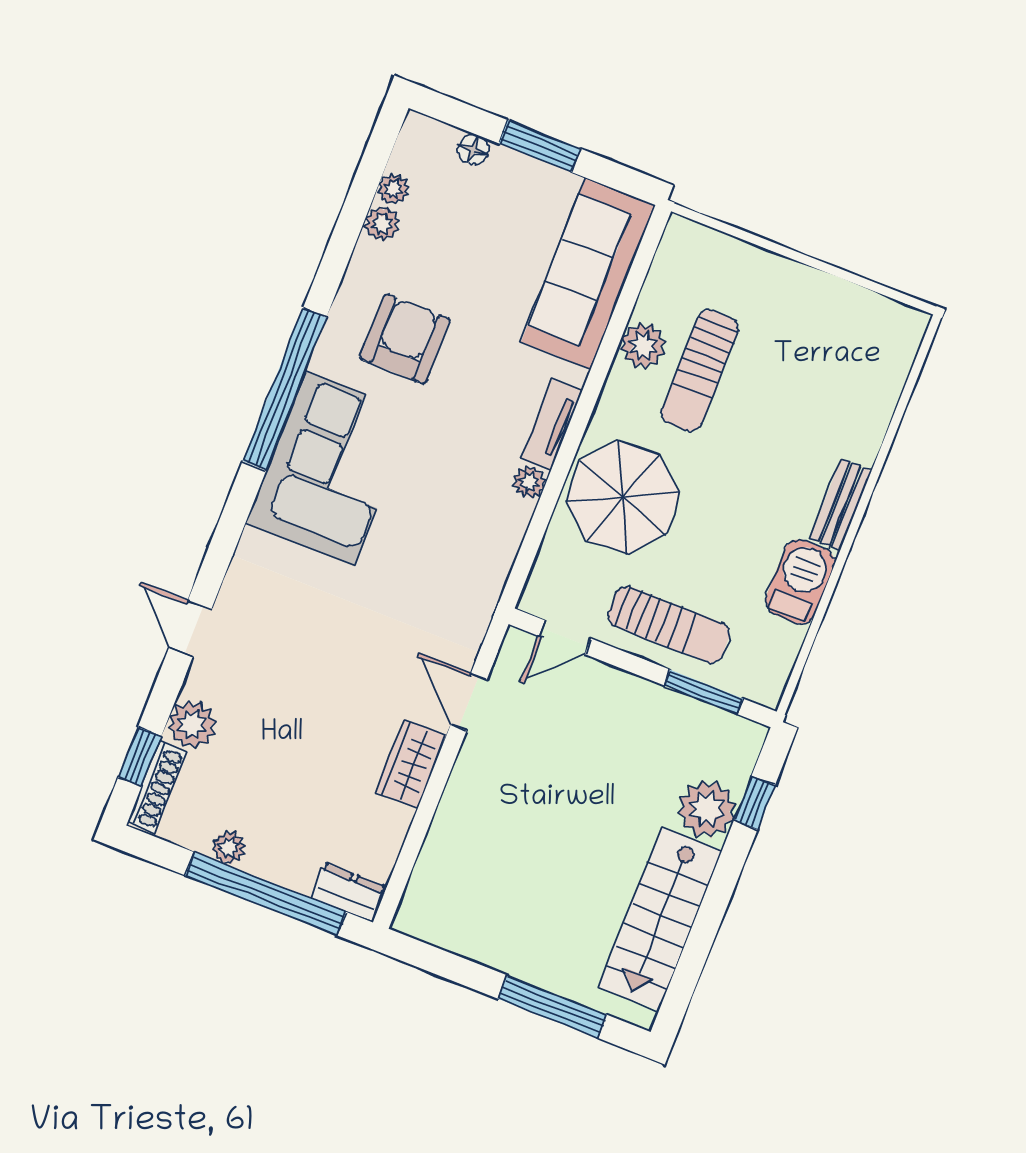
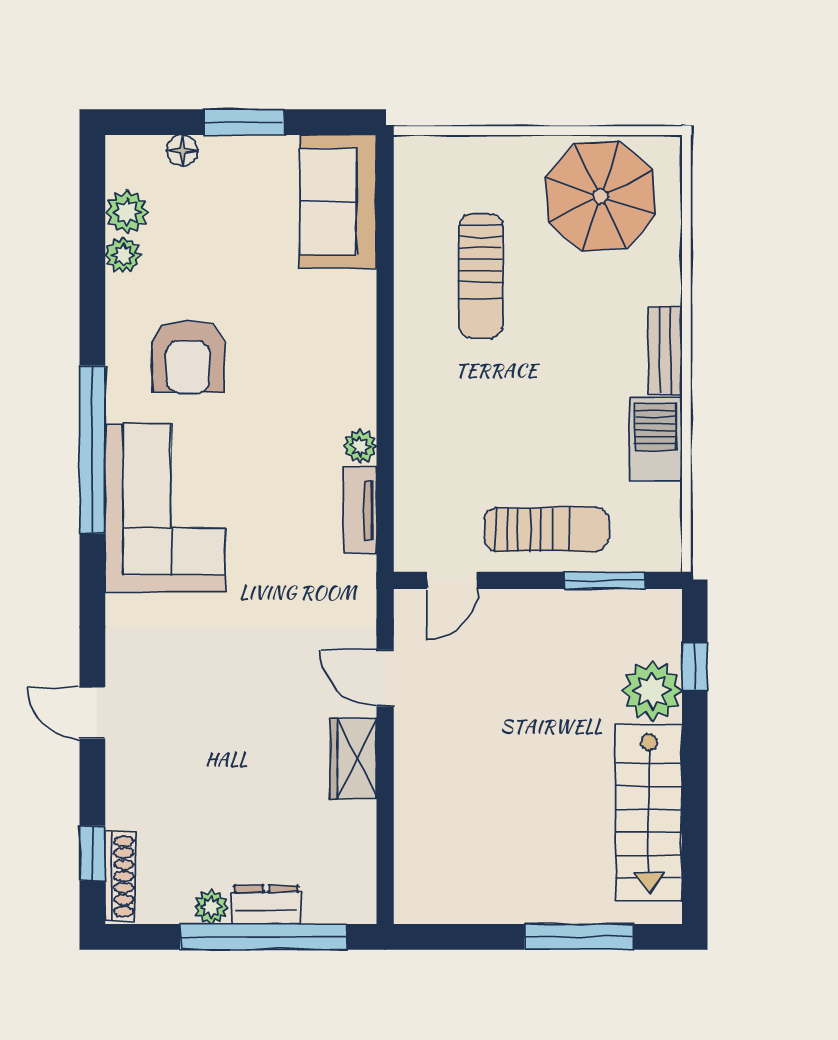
plant: (393, 189) -> (127, 212), width x1.38, depth x1.38
sofa: (588, 274) -> (338, 201), width x0.73
armchair: (405, 339) -> (188, 356), turned 180
plant: (643, 345) -> (417, 273), removed
tv unit: (552, 424) -> (360, 510), moved
parasol: (623, 497) -> (601, 196), moved
plant: (192, 725) -> (130, 804), removed
dresser: (348, 893) -> (266, 905), moved

